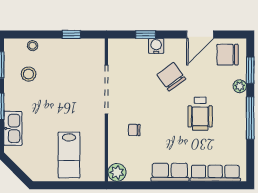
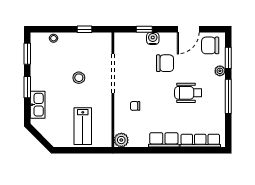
stool: (28, 74) -> (79, 78), moved
chair: (171, 77) -> (165, 63), turned 126
wheelchair: (200, 114) -> (188, 93), turned 90

